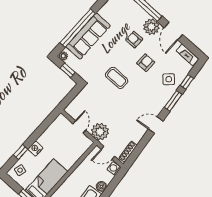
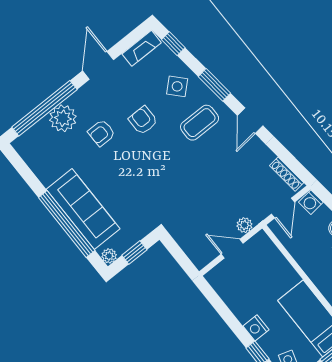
plant: (151, 27) -> (63, 118), moved
door: (173, 31) -> (98, 65), swing flipped
coffee table: (117, 78) -> (200, 123), moved
window: (187, 82) -> (173, 44), moved
plant: (100, 132) -> (244, 225), width x0.53, depth x0.53

